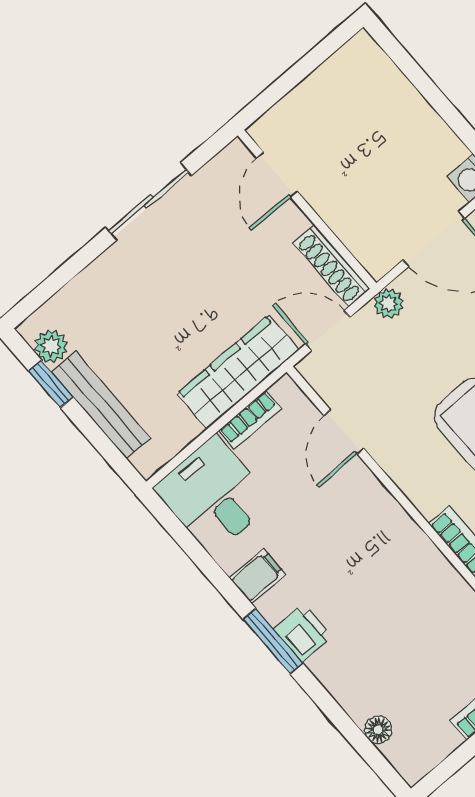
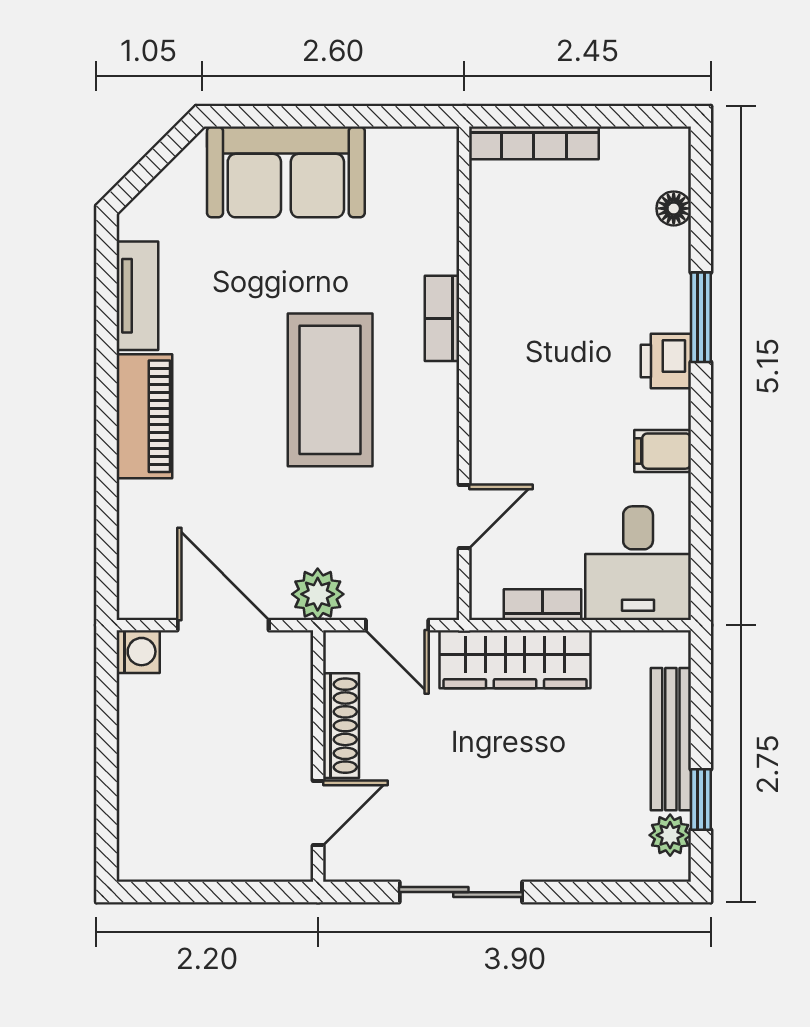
shoe rack: (332, 266) -> (341, 726), moved
plant: (389, 303) -> (318, 594), width x1.38, depth x1.38
window: (273, 641) -> (701, 317), moved

